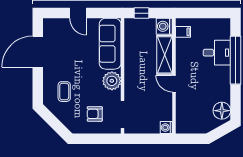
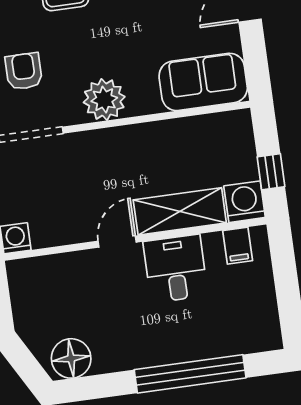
window: (142, 13) -> (271, 172), moved
sofa: (110, 44) -> (203, 82), width x0.73
desk: (217, 53) -> (175, 269), moved, turned 180

